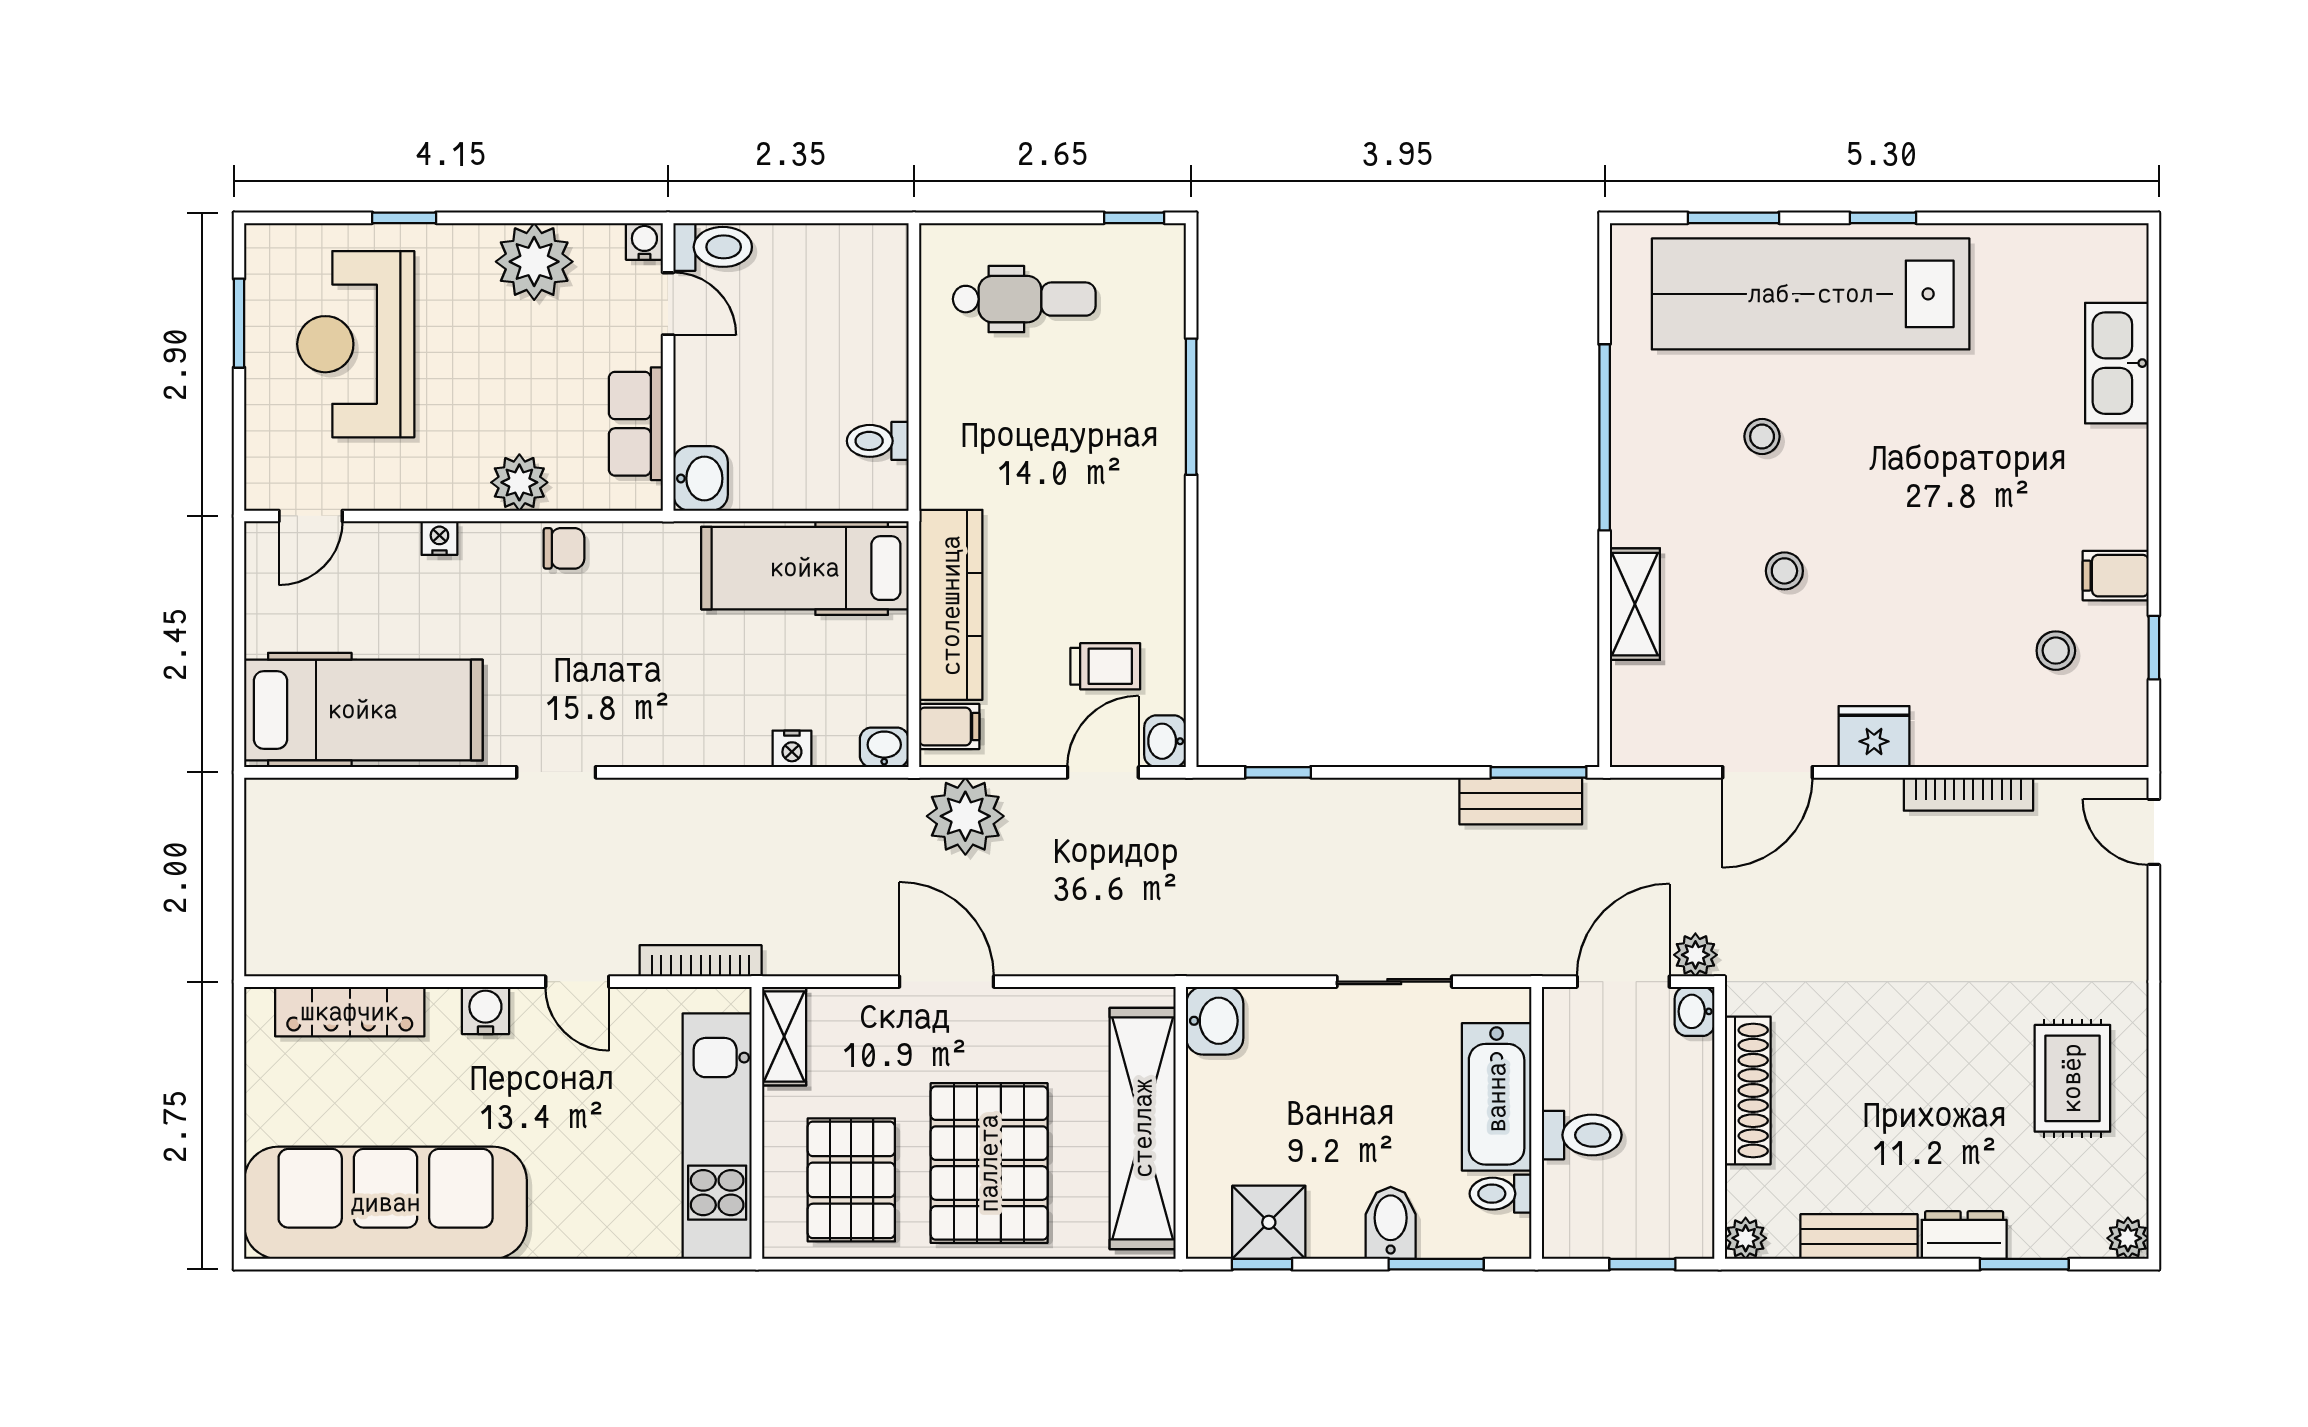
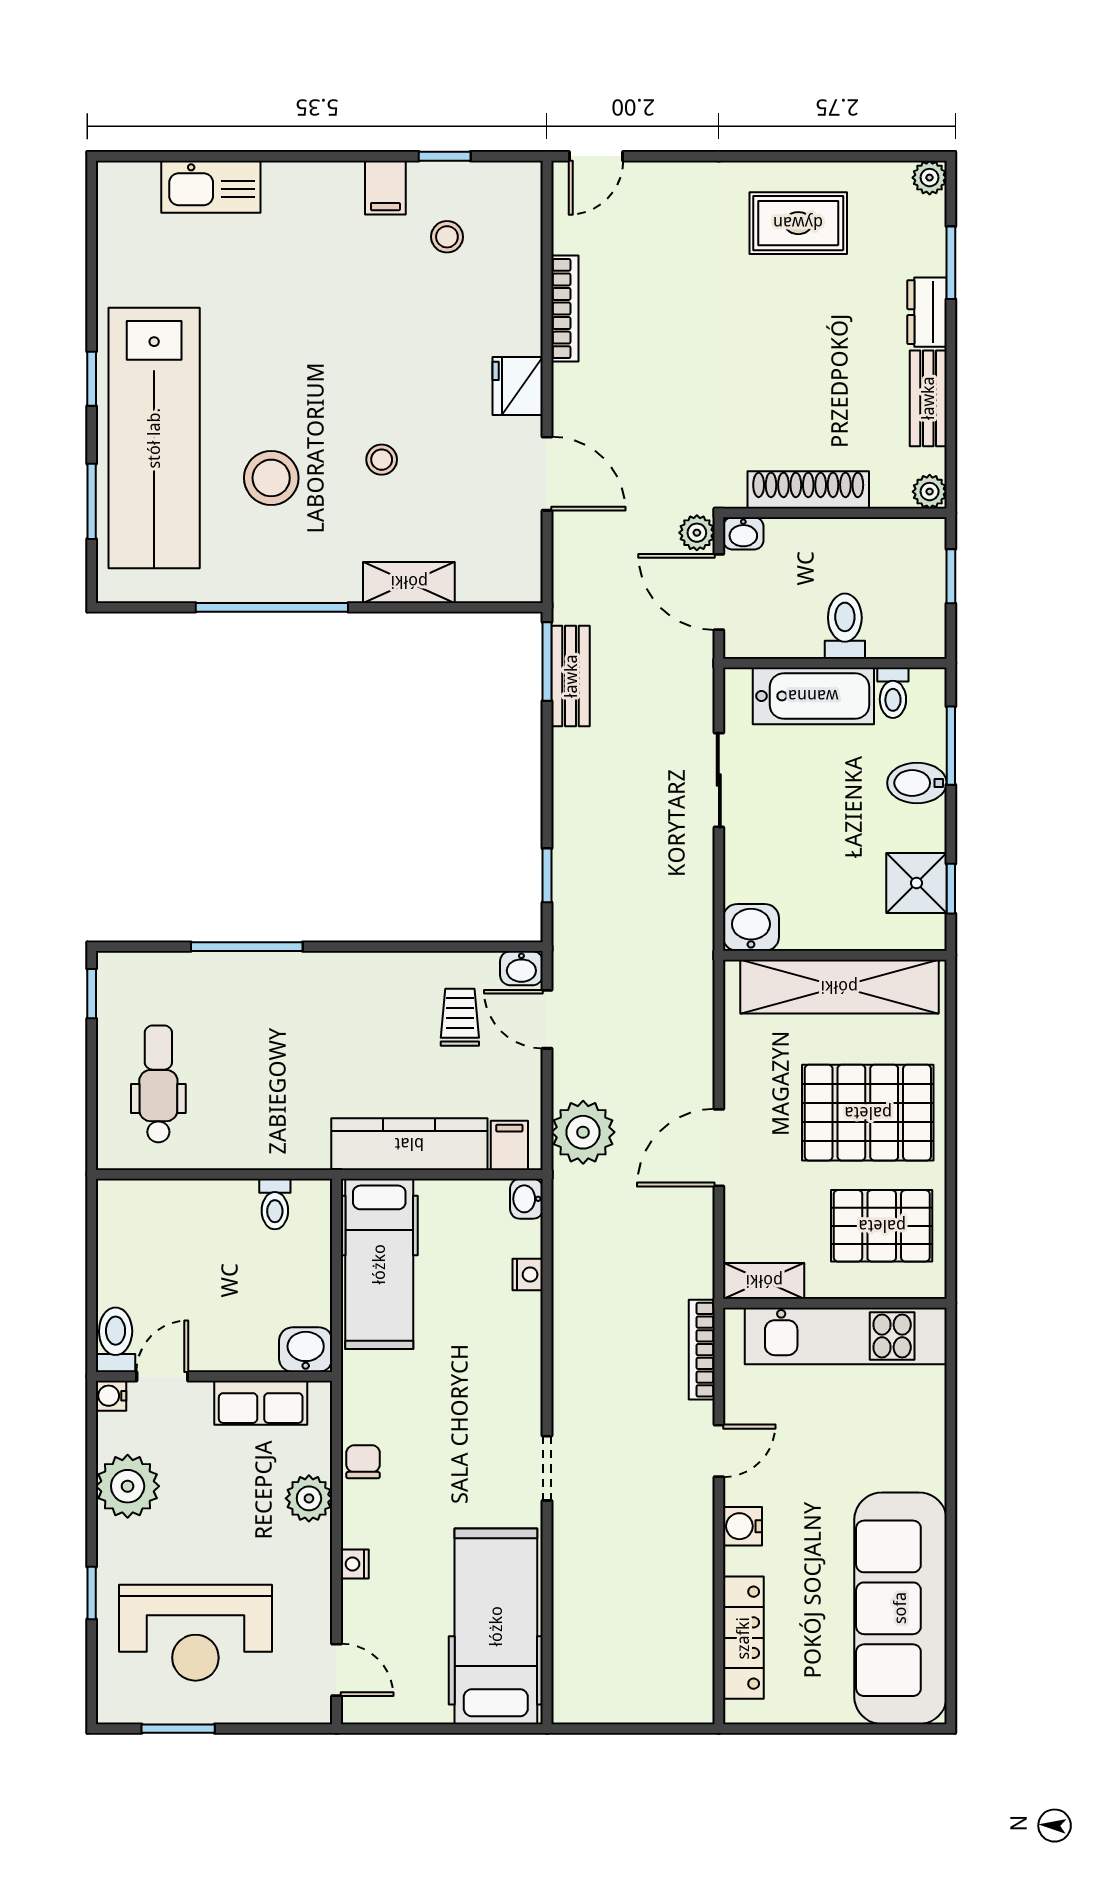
stool: (1762, 436) -> (271, 478), width x1.89, depth x1.89

